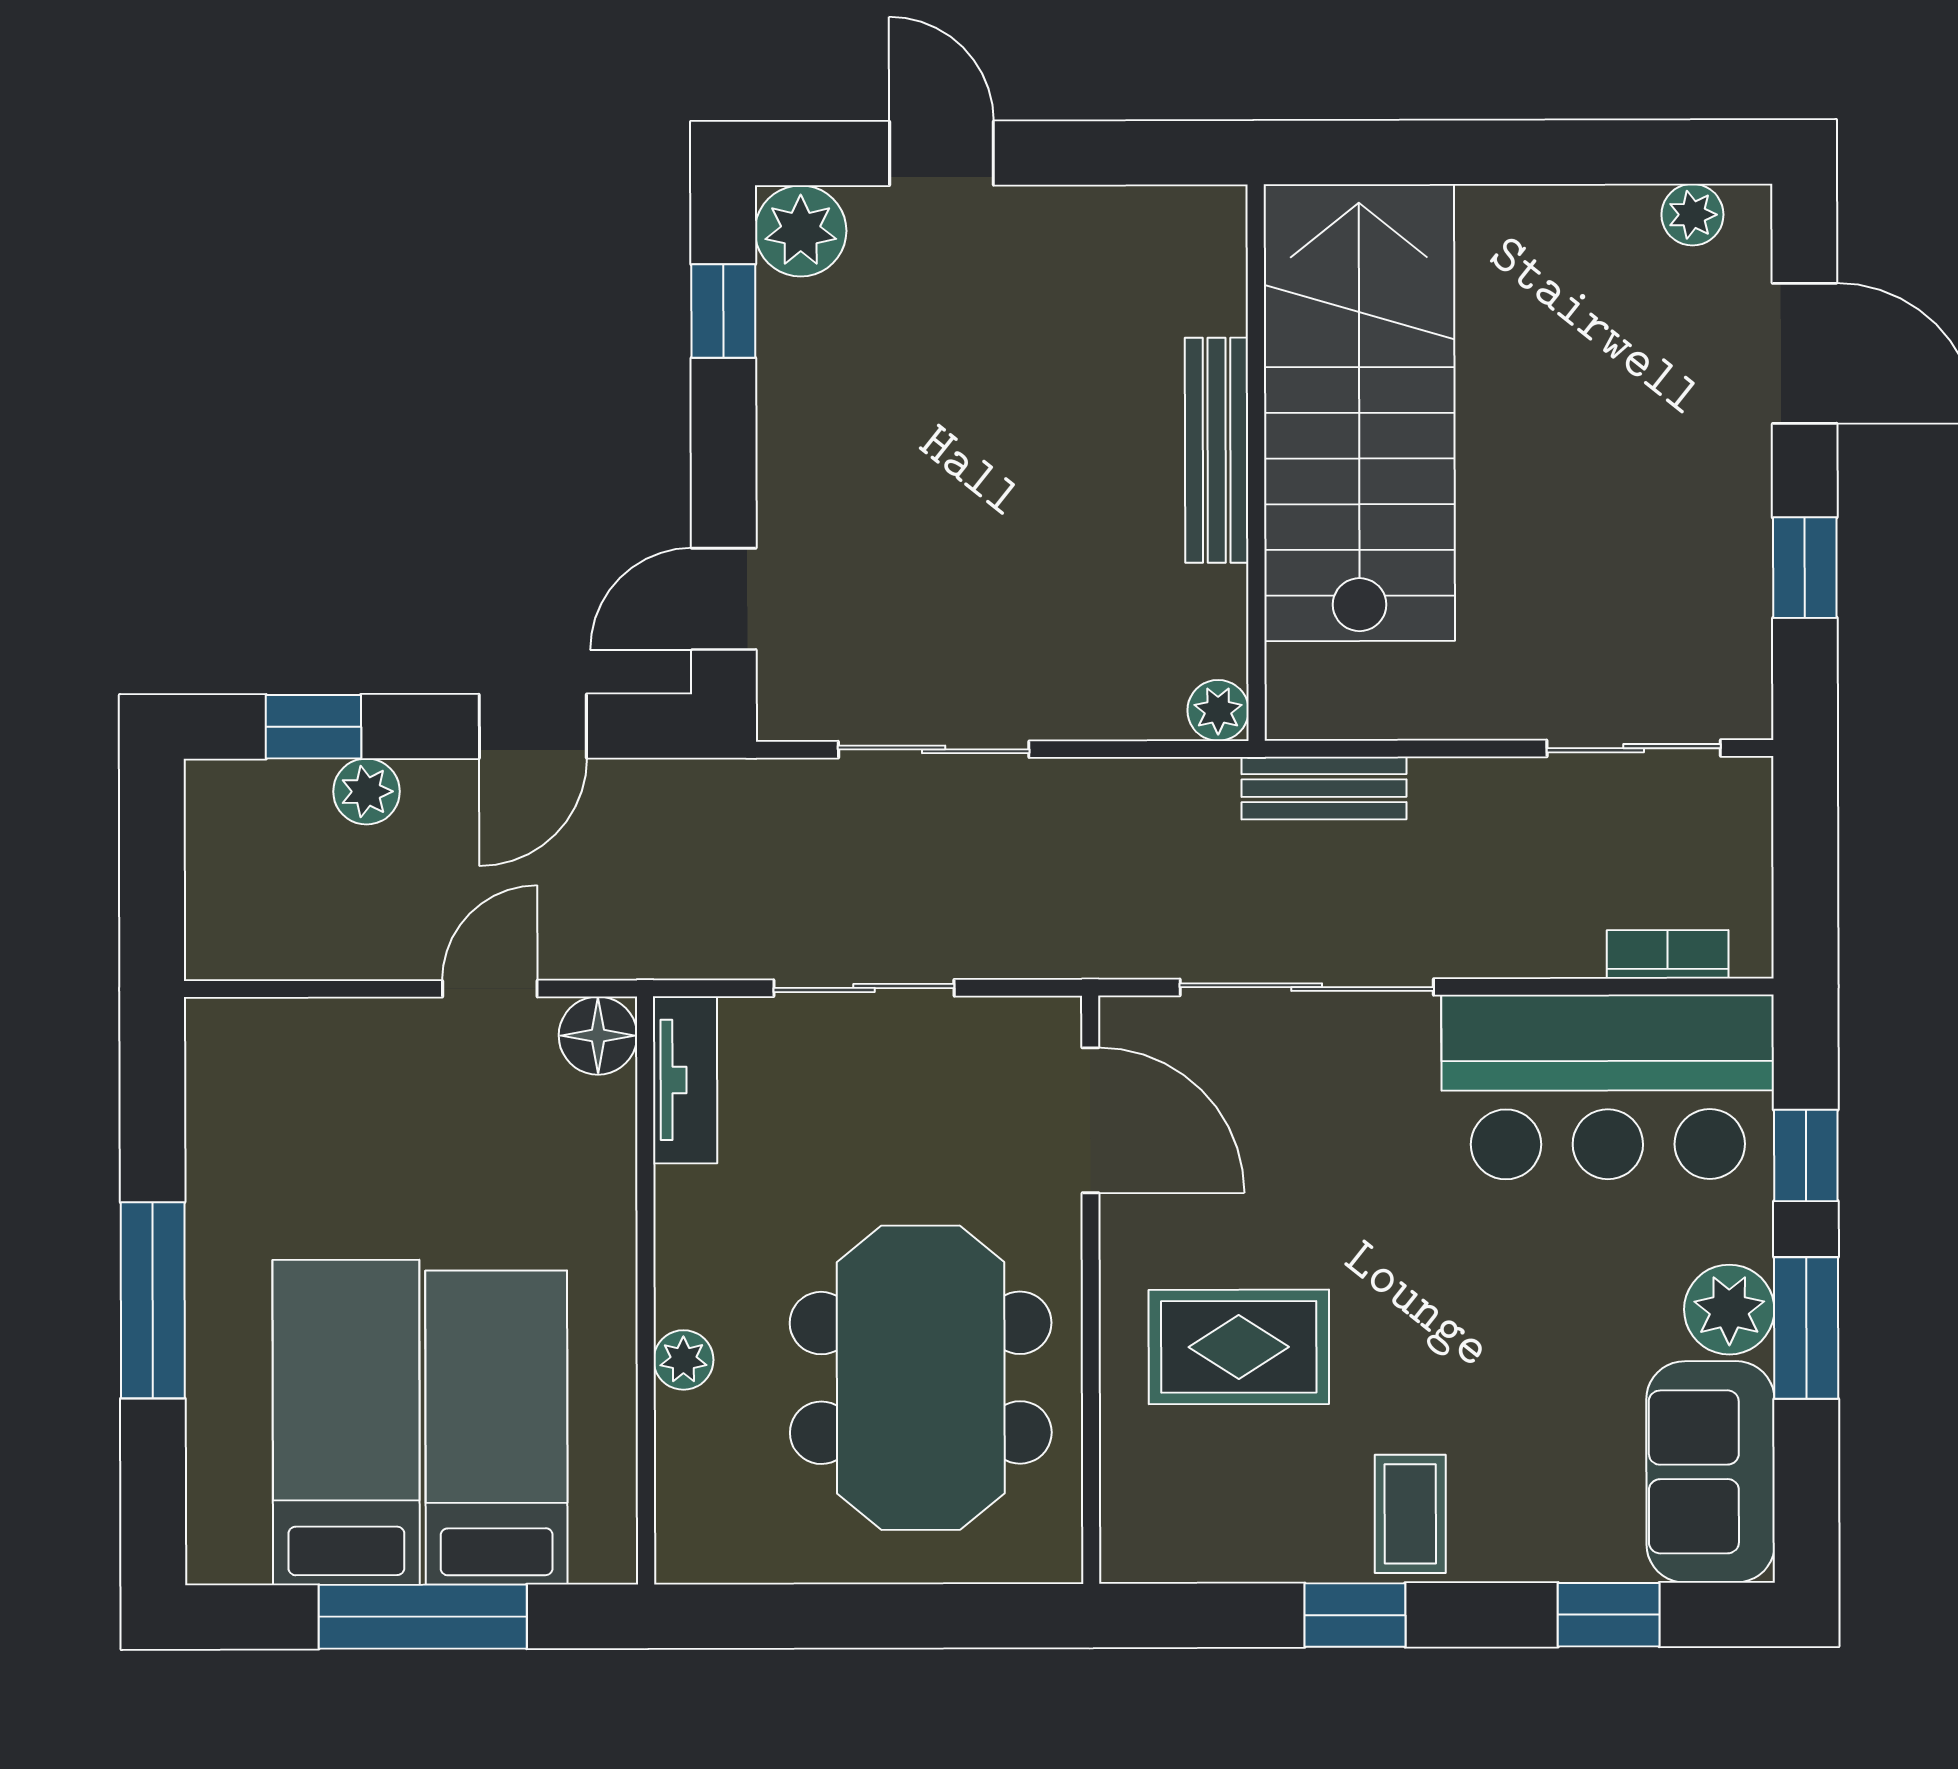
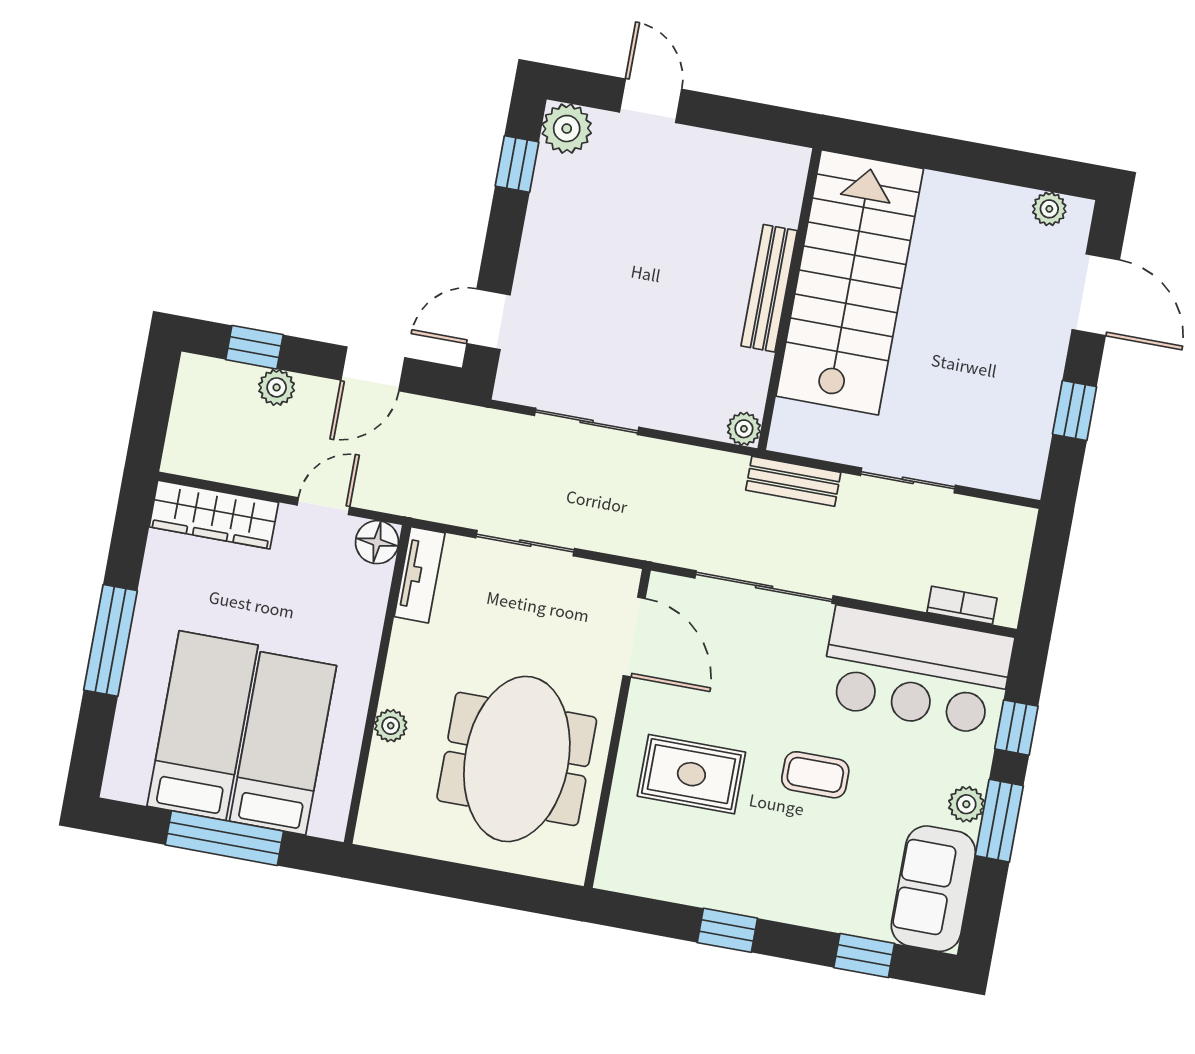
sliding door: (1634, 748) -> (908, 480), moved
wardrobe: (296, 1040) -> (214, 515), added
plant: (1729, 1310) -> (966, 804), width x0.73, depth x0.73
coffee table: (1410, 1514) -> (815, 775), moved, turned 90

